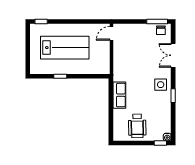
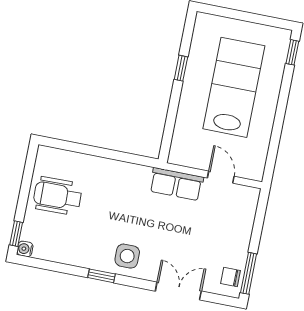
door: (111, 33) -> (221, 177), moved
lab bench: (65, 48) -> (234, 87), turned 180
row of seats: (119, 95) -> (176, 184), moved

